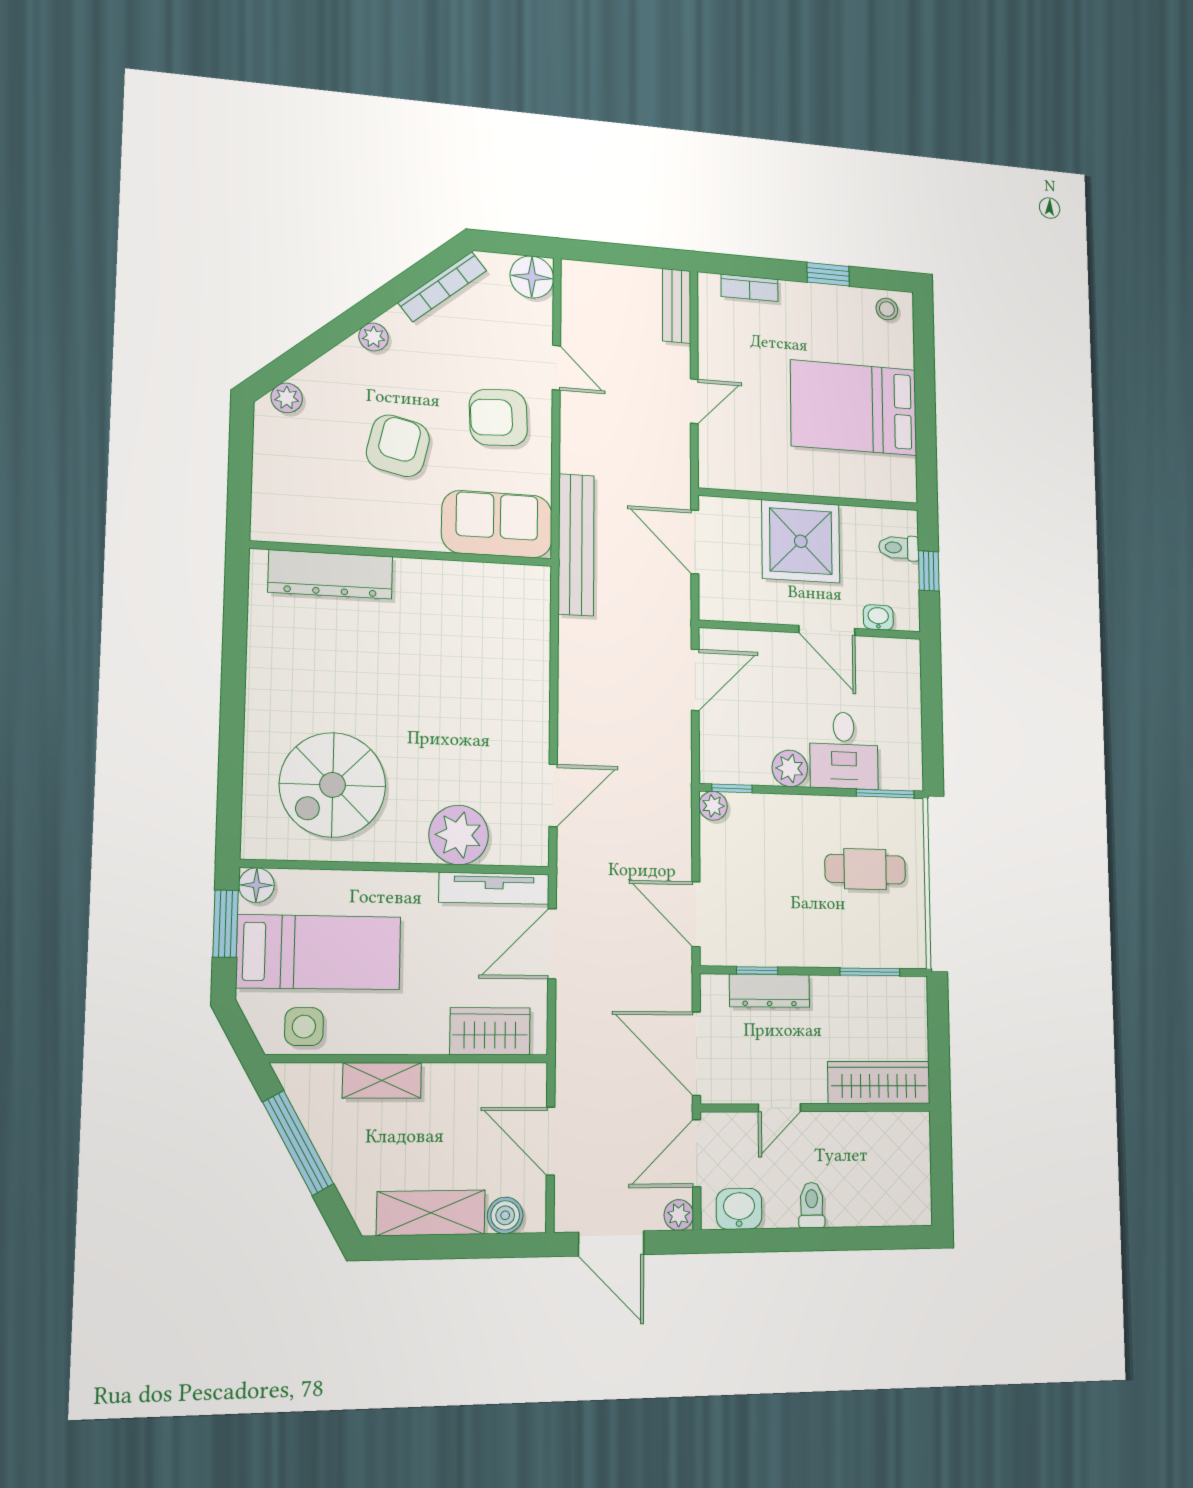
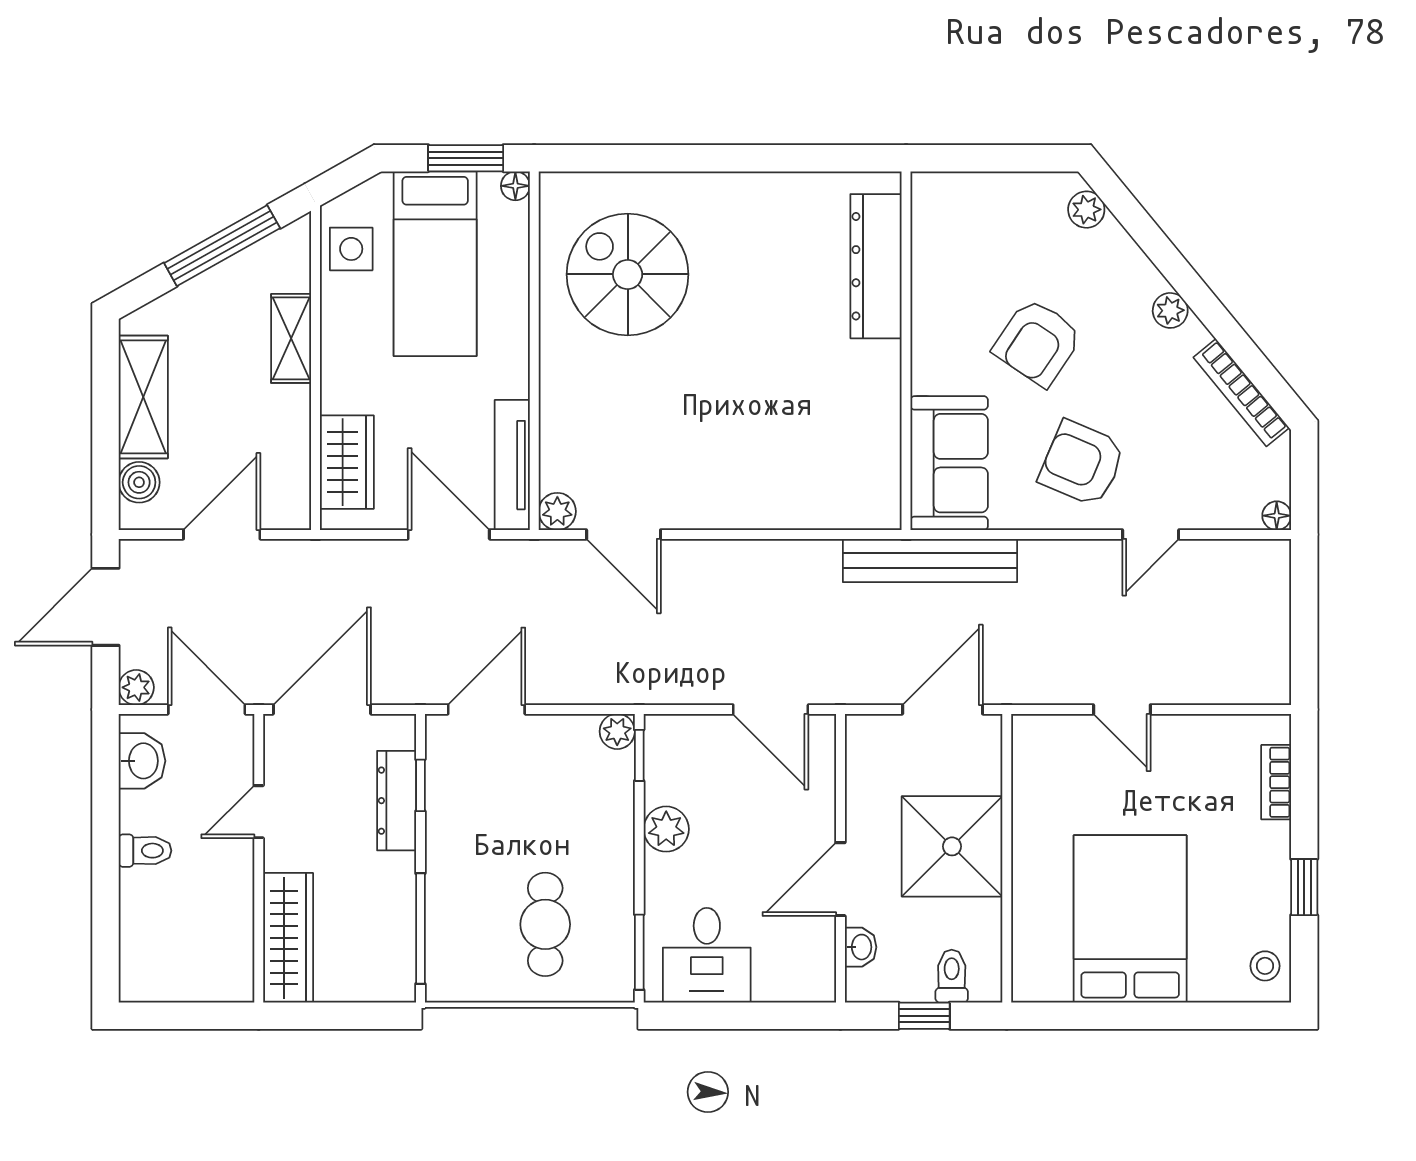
floor lamp: (532, 277) -> (1277, 516), width x0.53, depth x0.53
bench: (677, 306) -> (1244, 687), removed
armchair: (498, 417) -> (1082, 463), turned -64
armchair: (398, 446) -> (1038, 342), turned 111
desk: (844, 750) -> (707, 955), moved, turned -90
plant: (459, 835) -> (557, 511), moved, width x0.53, depth x0.53
floor lamp: (256, 885) -> (515, 186), width x0.73, depth x0.73
window: (870, 972) -> (420, 929), width x1.44
door: (779, 1108) -> (259, 812), hinge flipped

